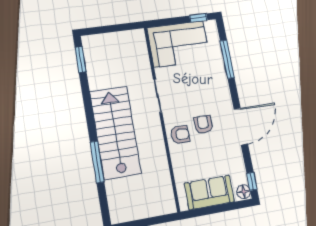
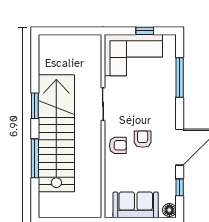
window: (198, 18) -> (145, 31), moved
window: (81, 60) -> (35, 106), moved
stairs: (115, 132) -> (56, 133), width x1.36
window: (252, 181) -> (180, 187), moved

